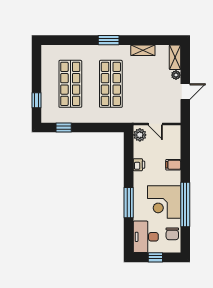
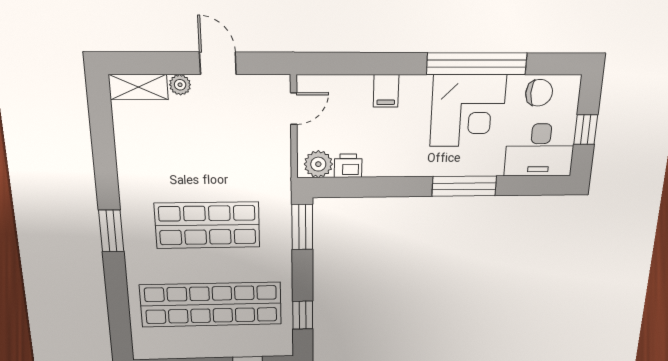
shelving: (143, 50) -> (128, 159), removed
shop shelf: (70, 84) -> (211, 305), width x1.40
door: (155, 124) -> (294, 109), moved
window: (109, 128) -> (302, 227), added
printer: (139, 165) -> (348, 166), moved

